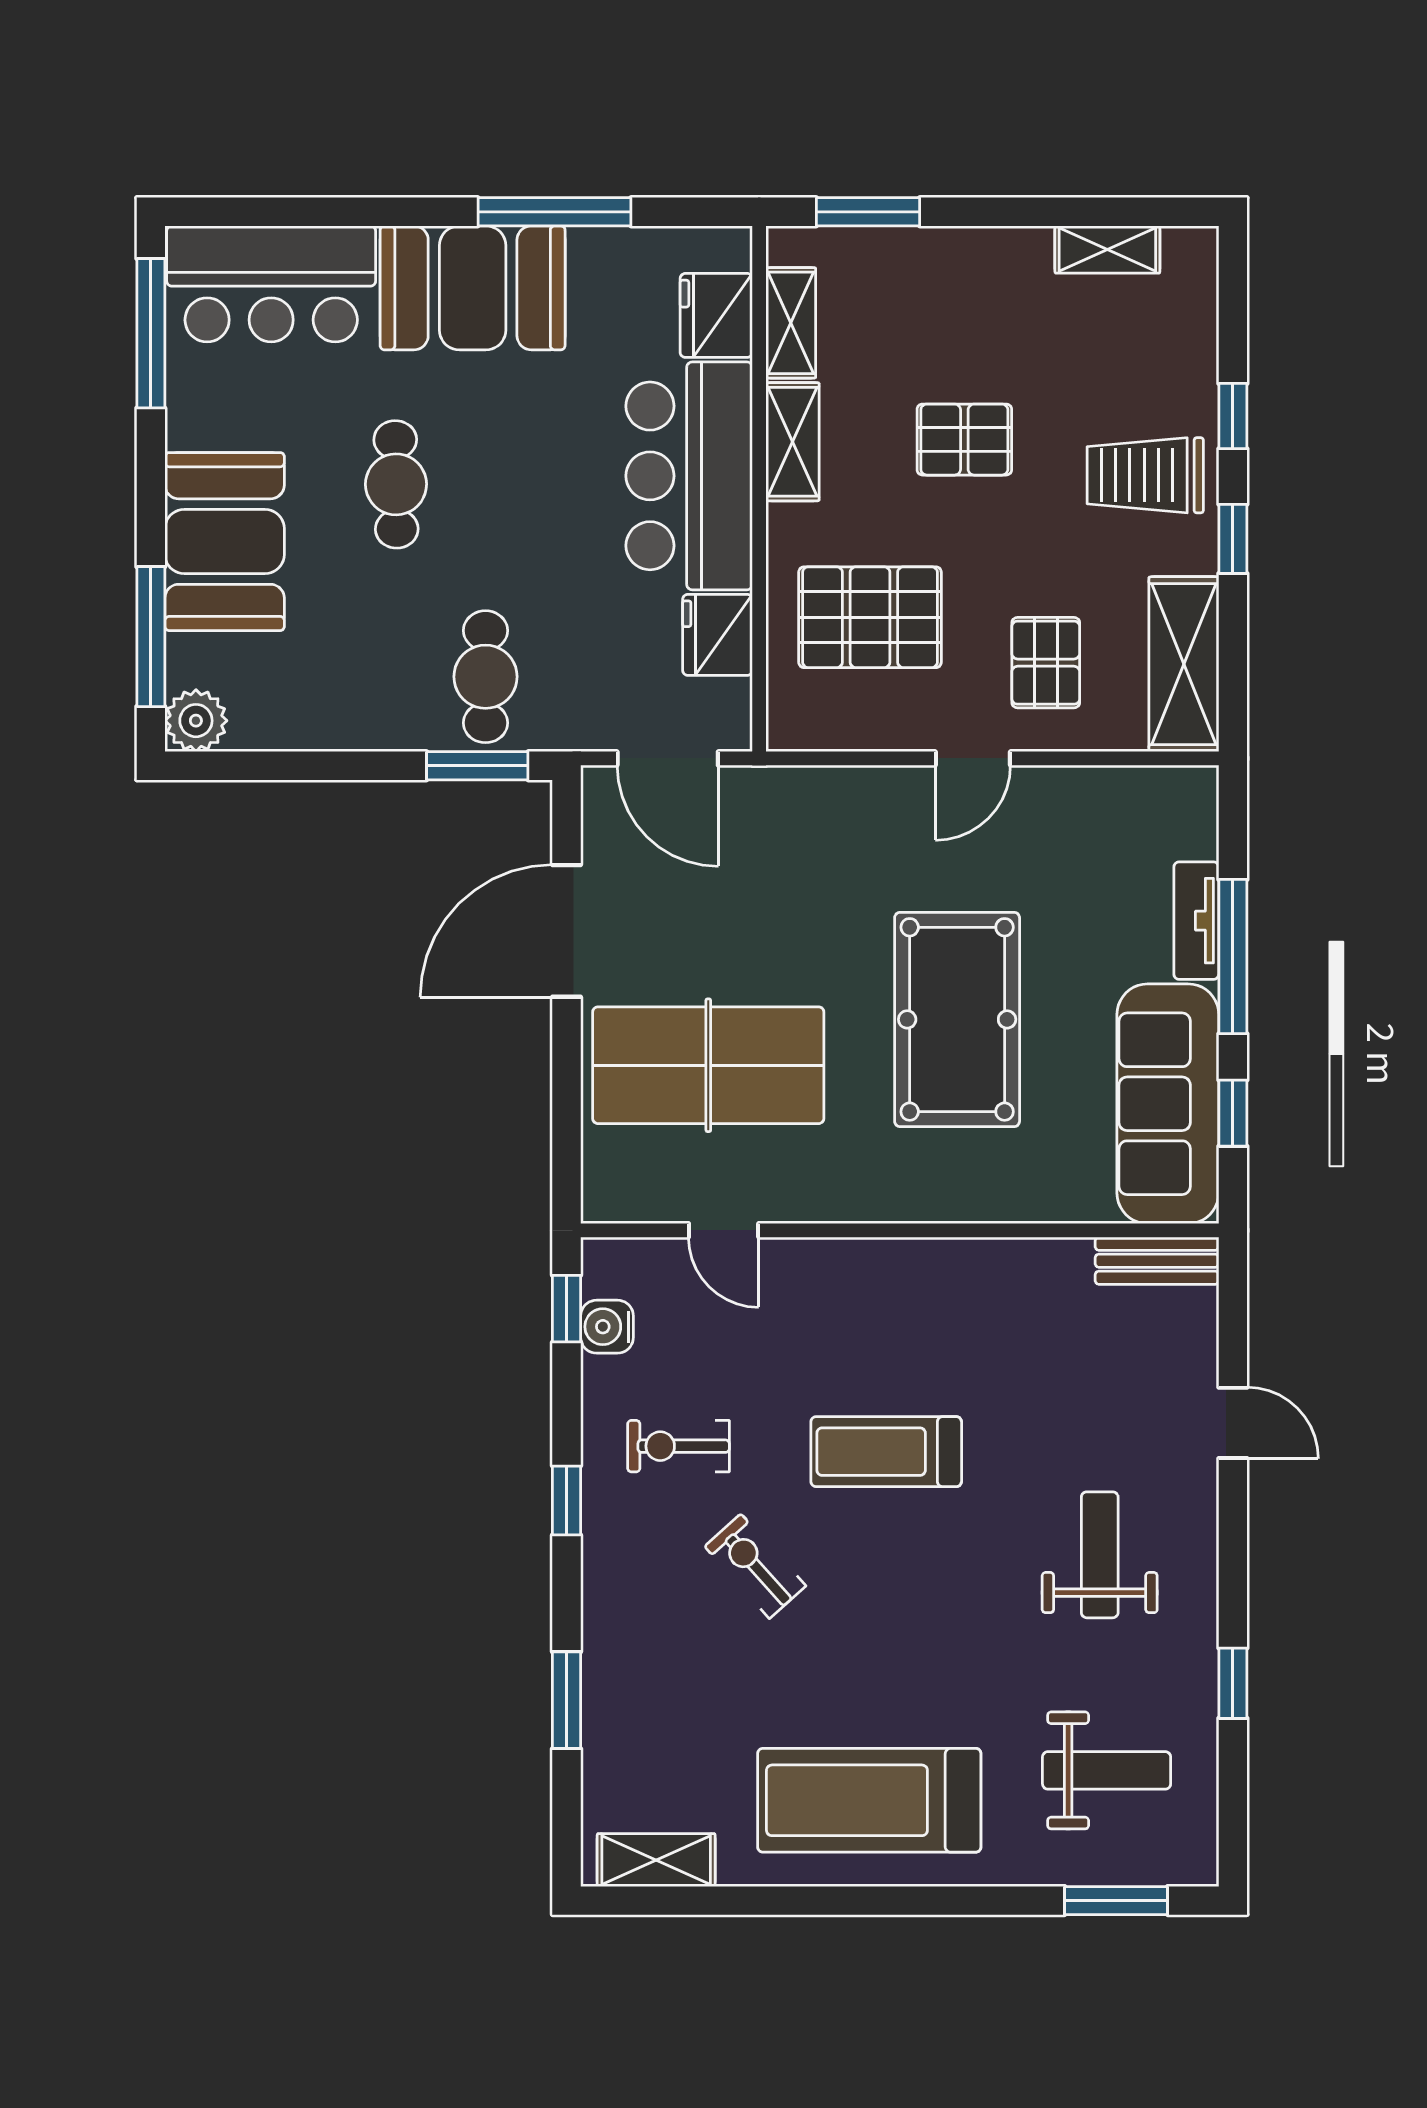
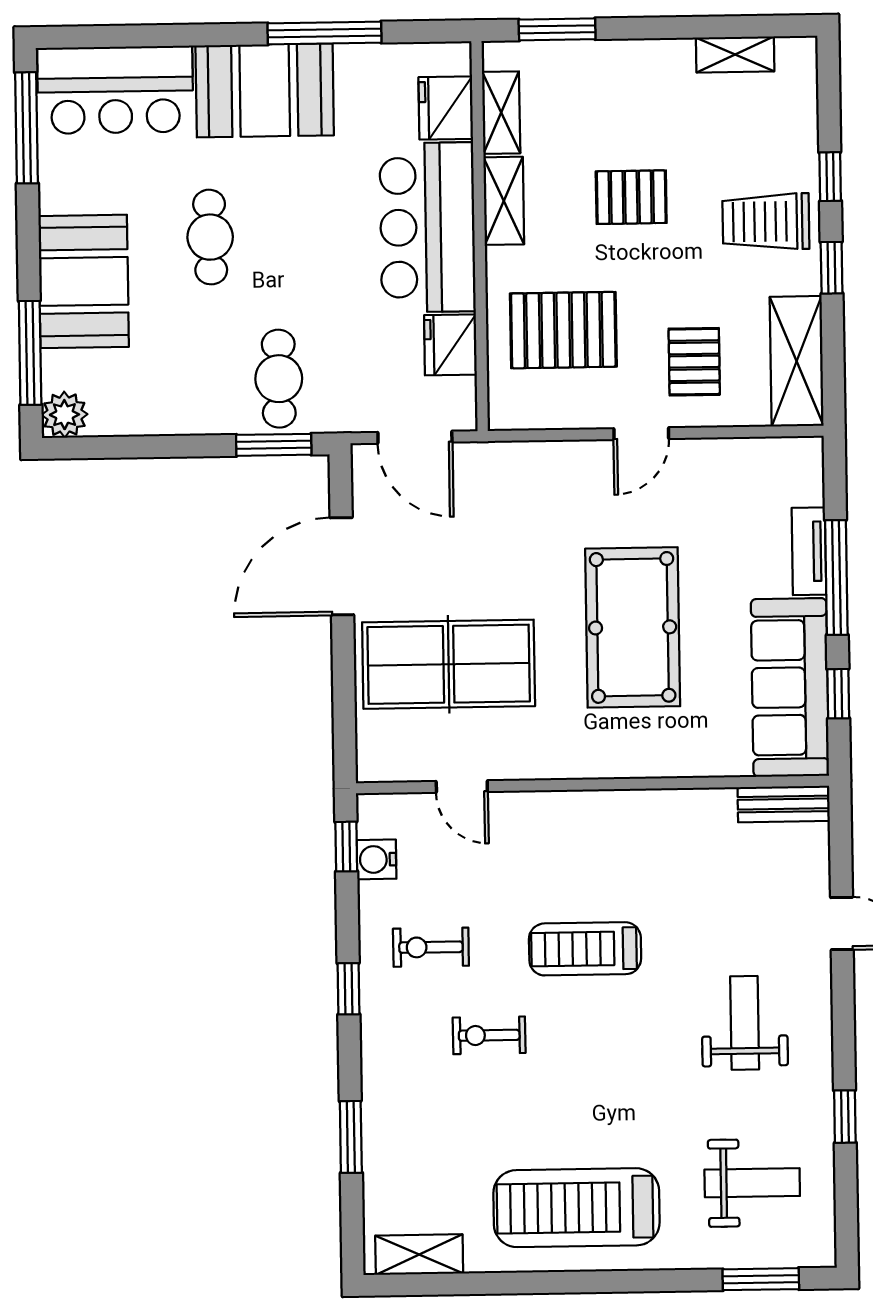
exercise bike: (755, 1566) -> (489, 1035), turned -48

